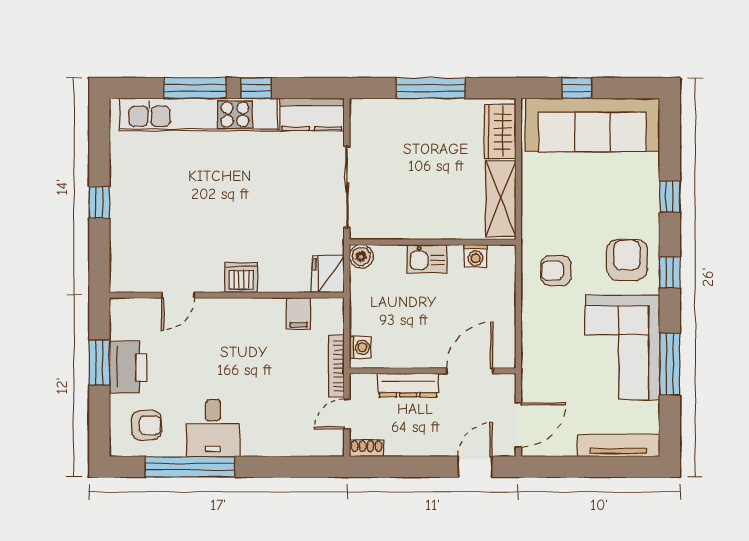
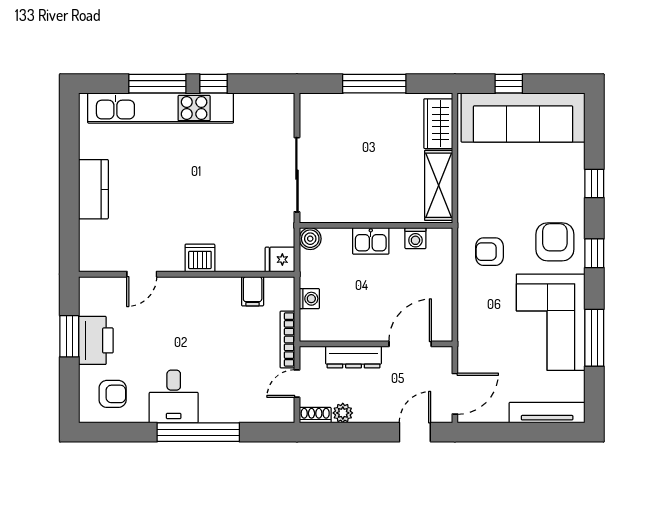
kitchen counter: (312, 114) -> (93, 189), moved, turned -90
window: (99, 202) -> (69, 189), removed
fridge: (328, 274) -> (280, 260), width x0.72
washing machine: (360, 347) -> (309, 299), moved
plant: (397, 446) -> (343, 413), added
window: (190, 467) -> (198, 432), moved

